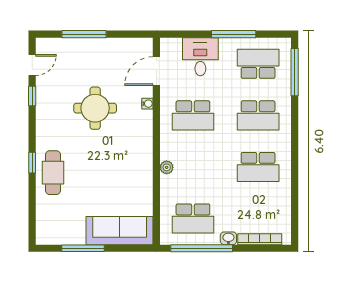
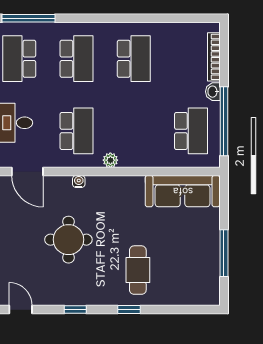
window: (32, 96) -> (75, 310), moved
water cooler: (147, 104) -> (79, 181), moved
plant: (167, 167) -> (110, 160), moved
cafe table: (53, 173) -> (138, 270), moved, turned 90
sofa: (120, 231) -> (183, 191), moved, turned -90

